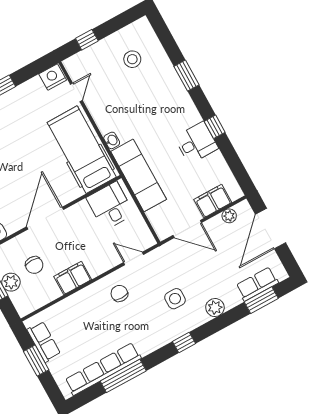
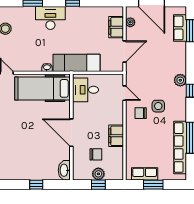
desk: (196, 143) -> (50, 18), moved, width x1.37
door: (134, 258) -> (124, 93), swing flipped
side table: (175, 299) -> (158, 106), moved
plant: (215, 308) -> (180, 80), moved

